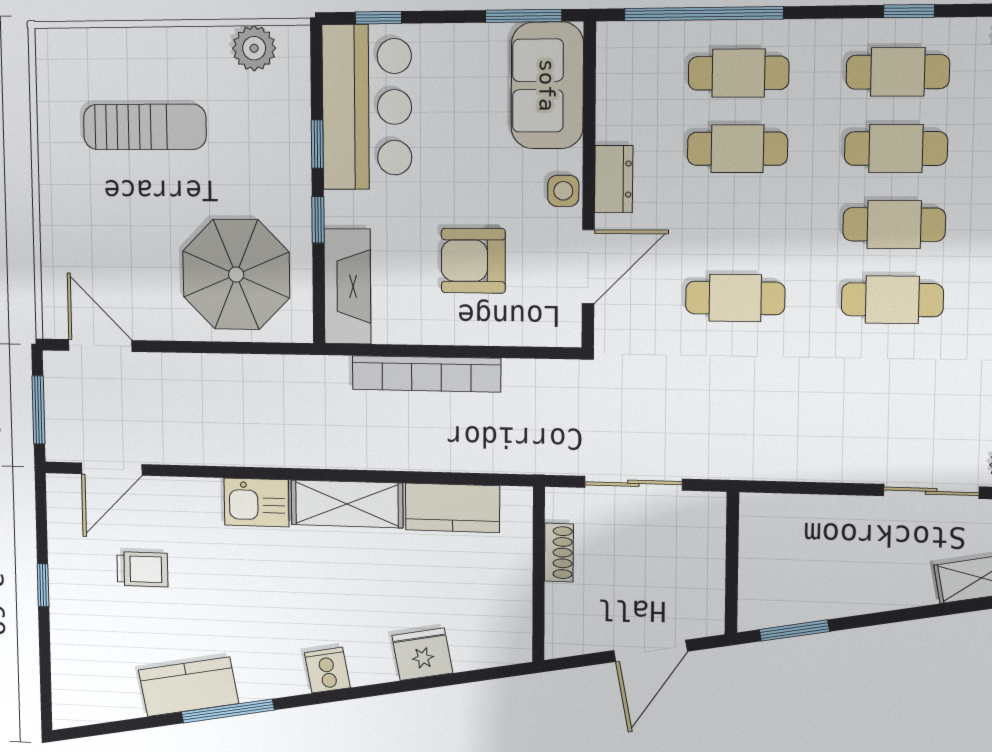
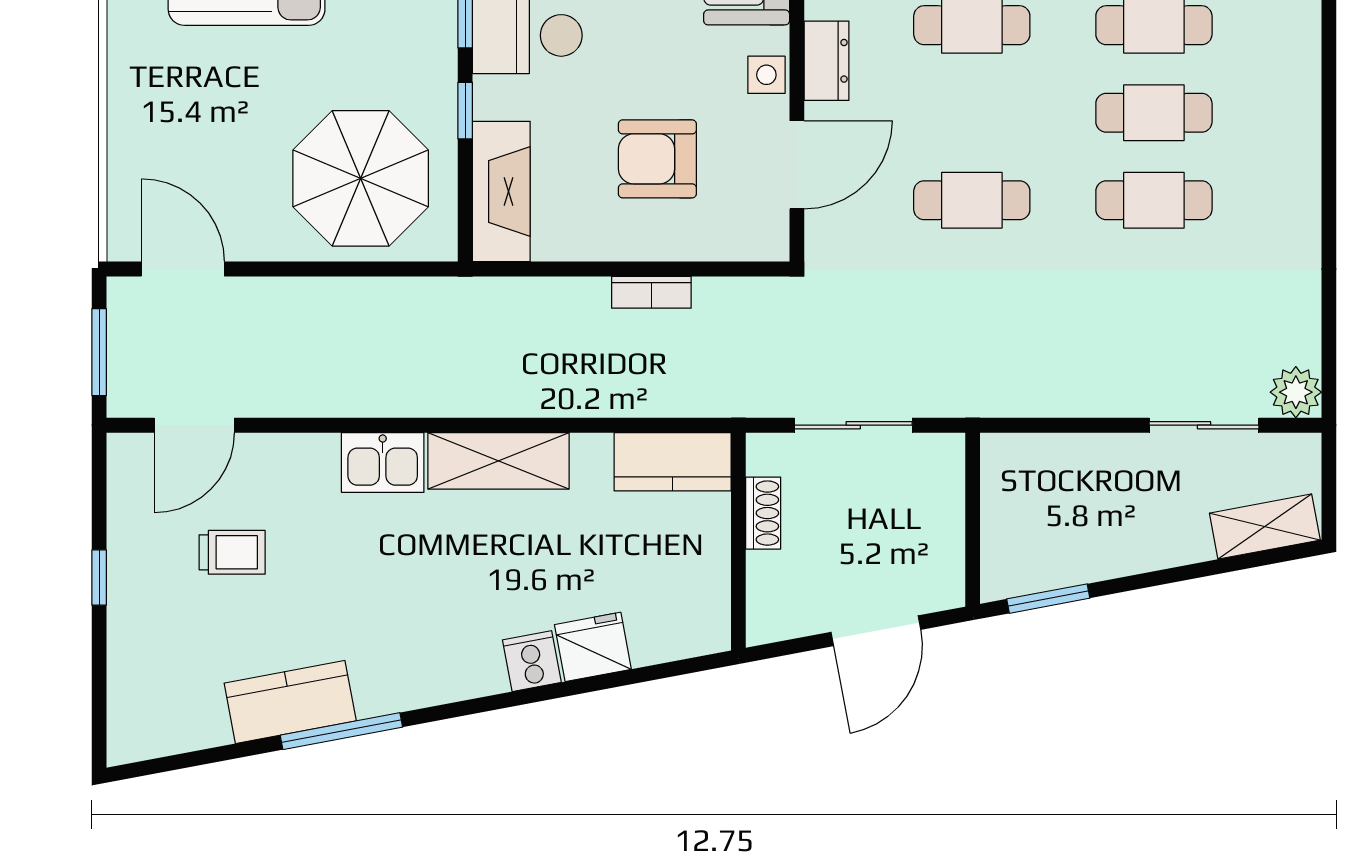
bookcase: (426, 374) -> (651, 292), width x0.43, depth x0.76
kitchen counter: (452, 508) -> (673, 462), moved
cooker: (327, 670) -> (532, 661), moved

